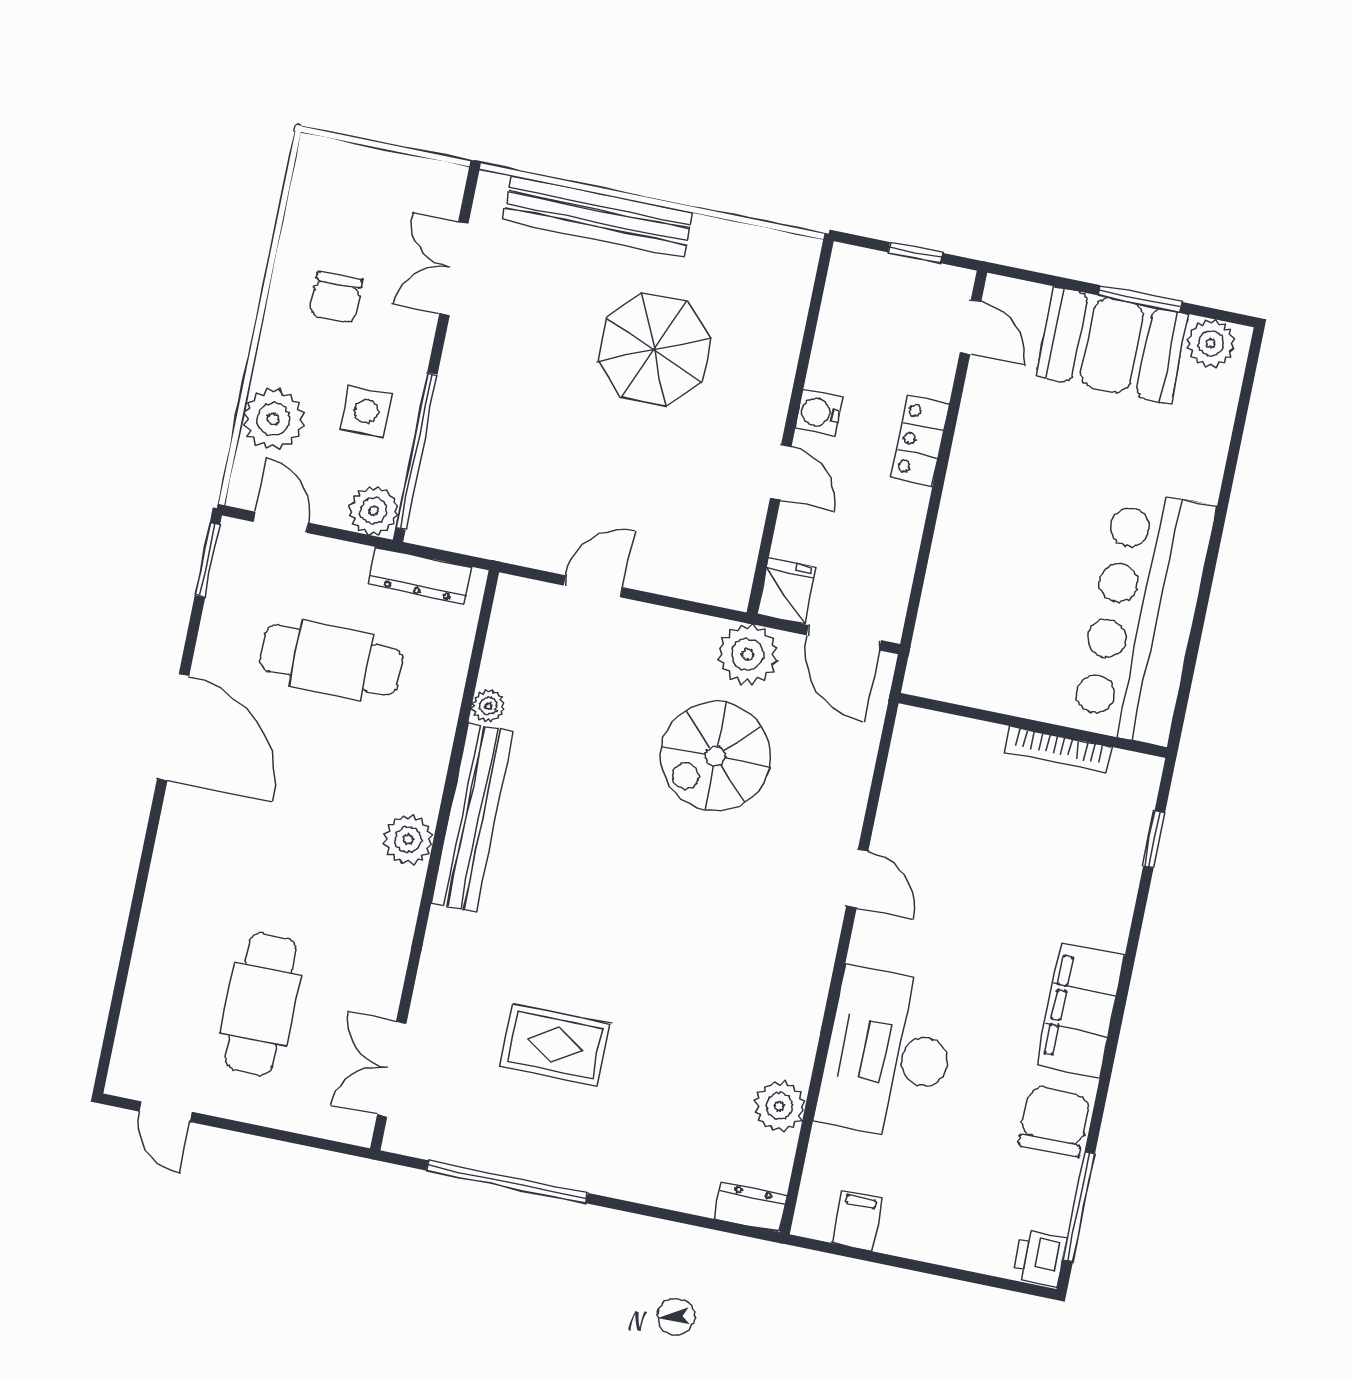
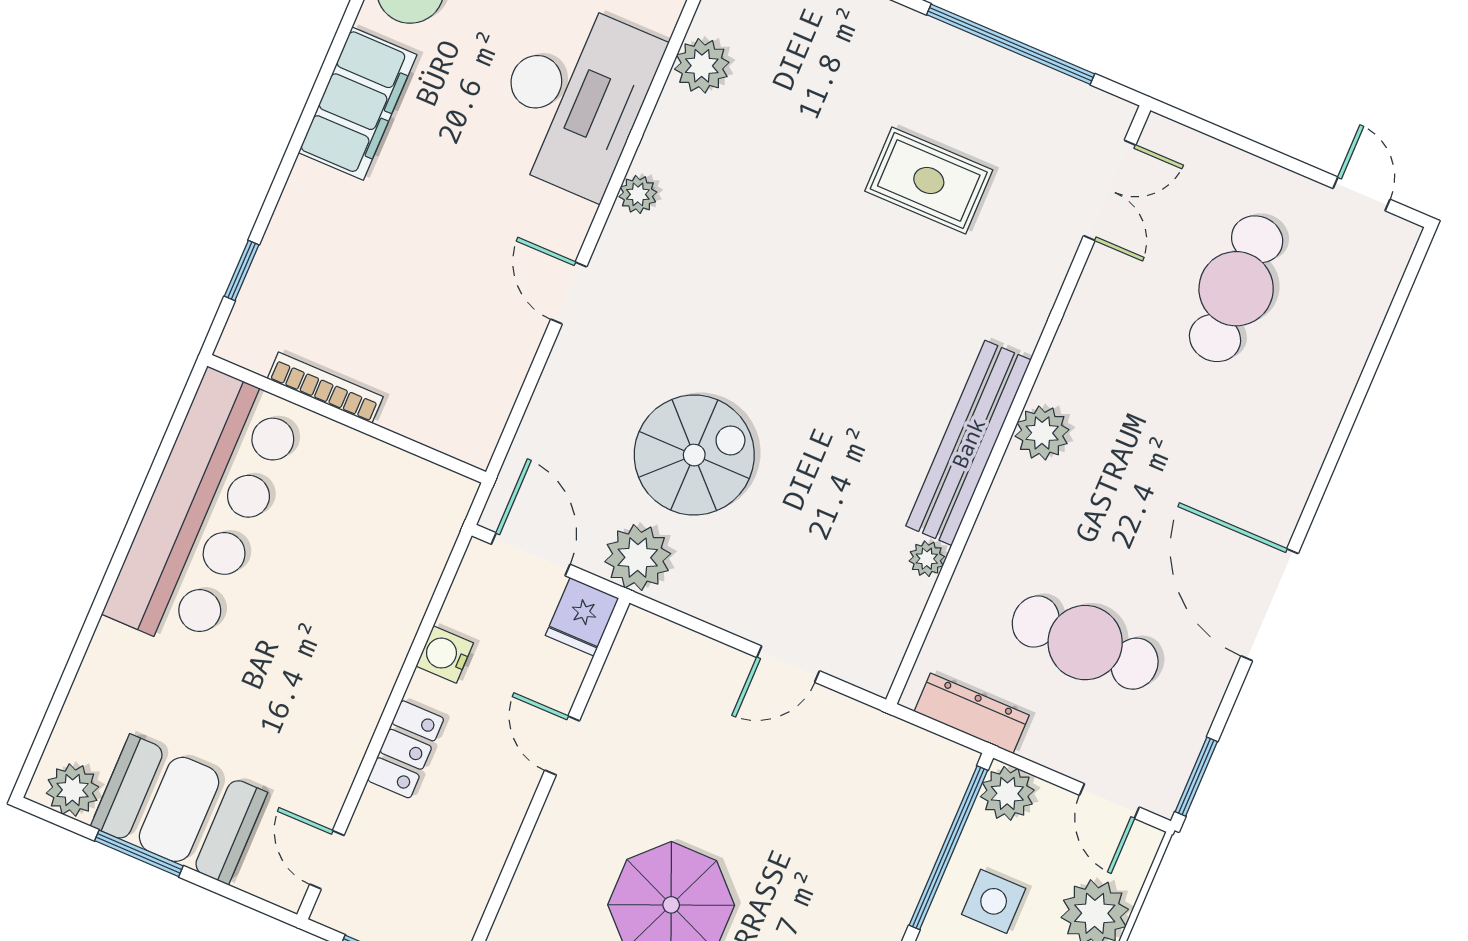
water cooler: (819, 412) -> (445, 654), moved, turned 180
plant: (813, 979) -> (638, 194), added

